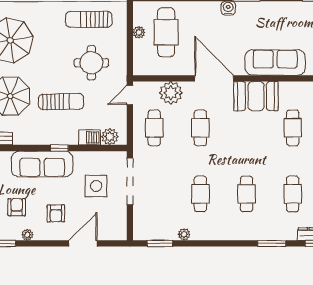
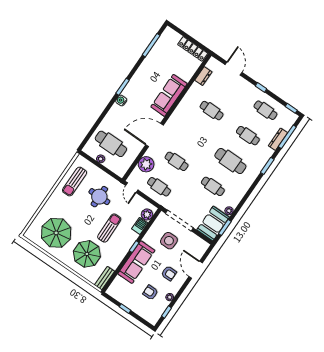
booth: (256, 96) -> (213, 224), moved
cafe table: (246, 194) -> (230, 161), width x1.37, depth x1.35

